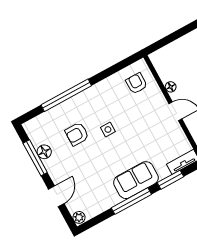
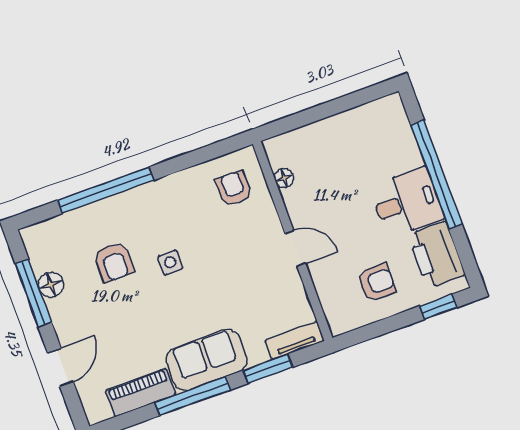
floor lamp: (171, 87) -> (284, 178), moved
armchair: (77, 134) -> (114, 262), turned -90
piano: (102, 203) -> (141, 393), added
plant: (79, 217) -> (95, 411), removed

